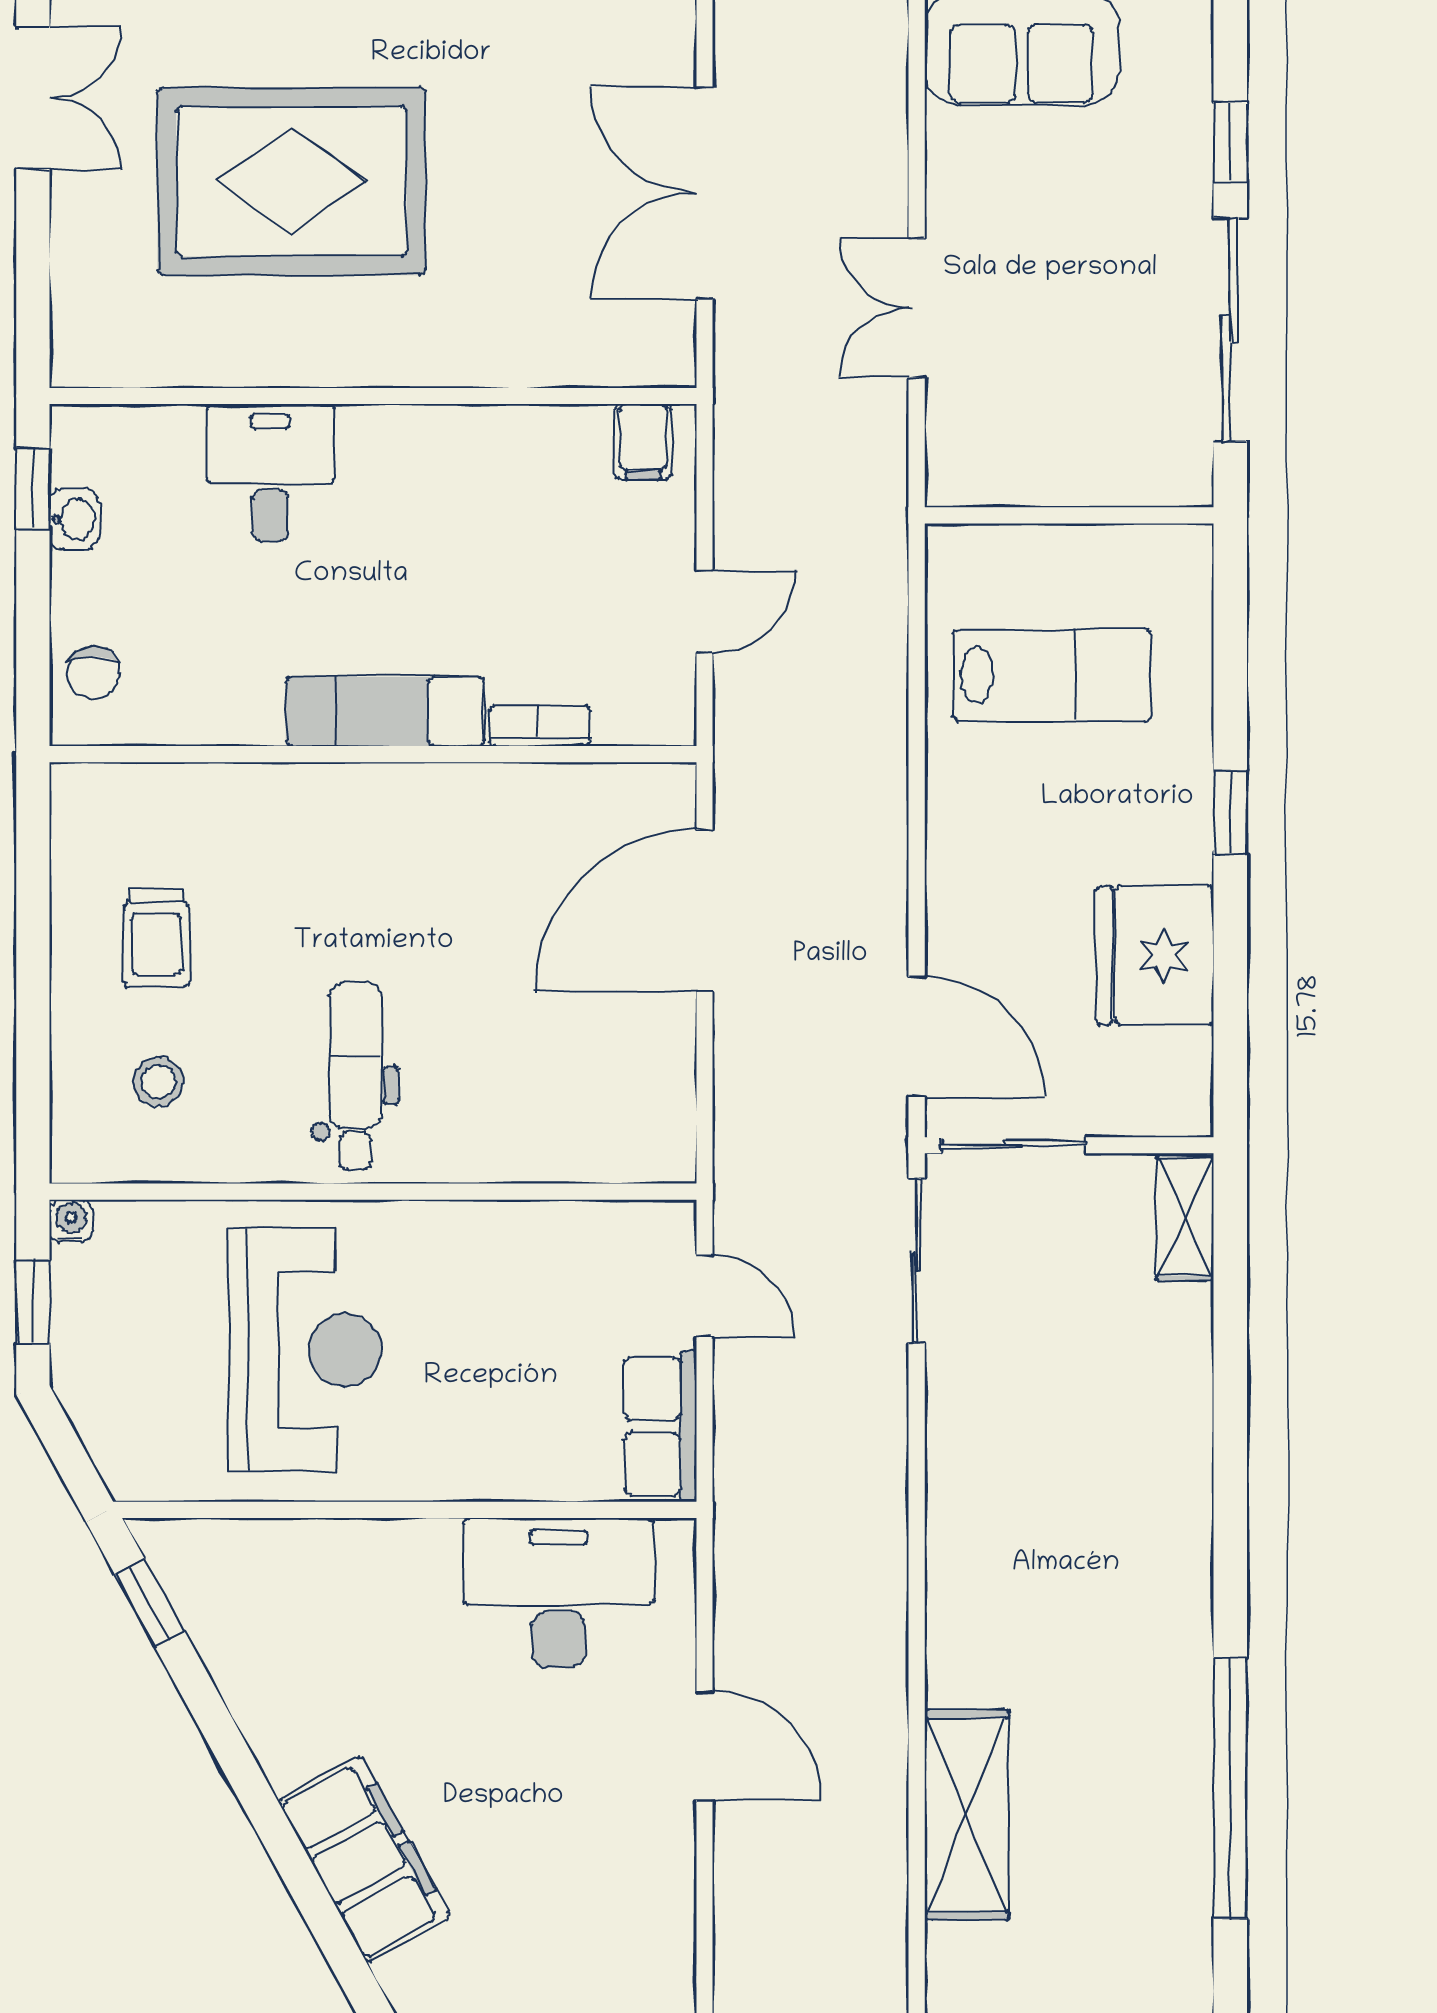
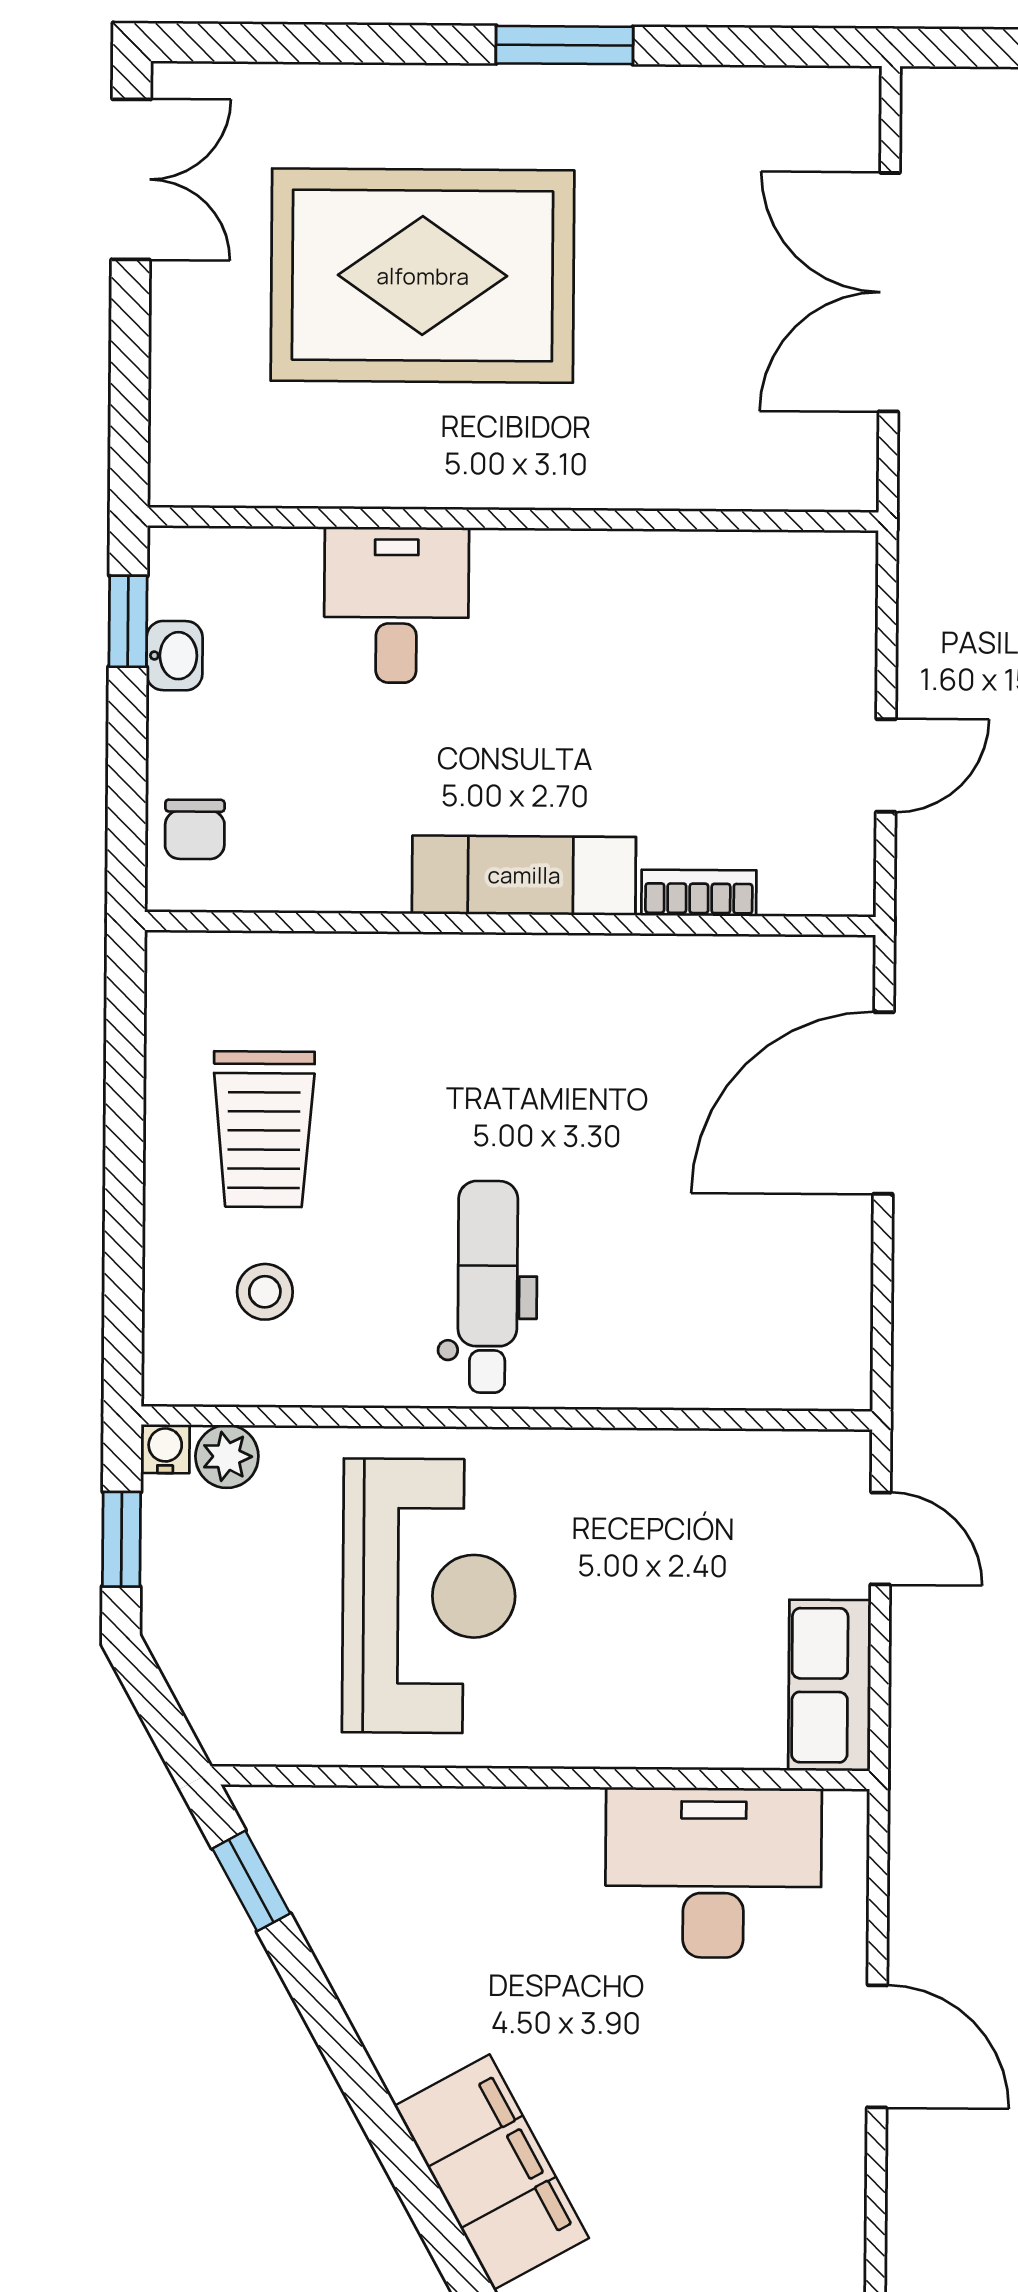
filing cabinet: (643, 442) -> (818, 573), removed
trolley: (156, 938) -> (264, 1129), width x1.36, depth x1.39
plant: (126, 1227) -> (227, 1456), added

